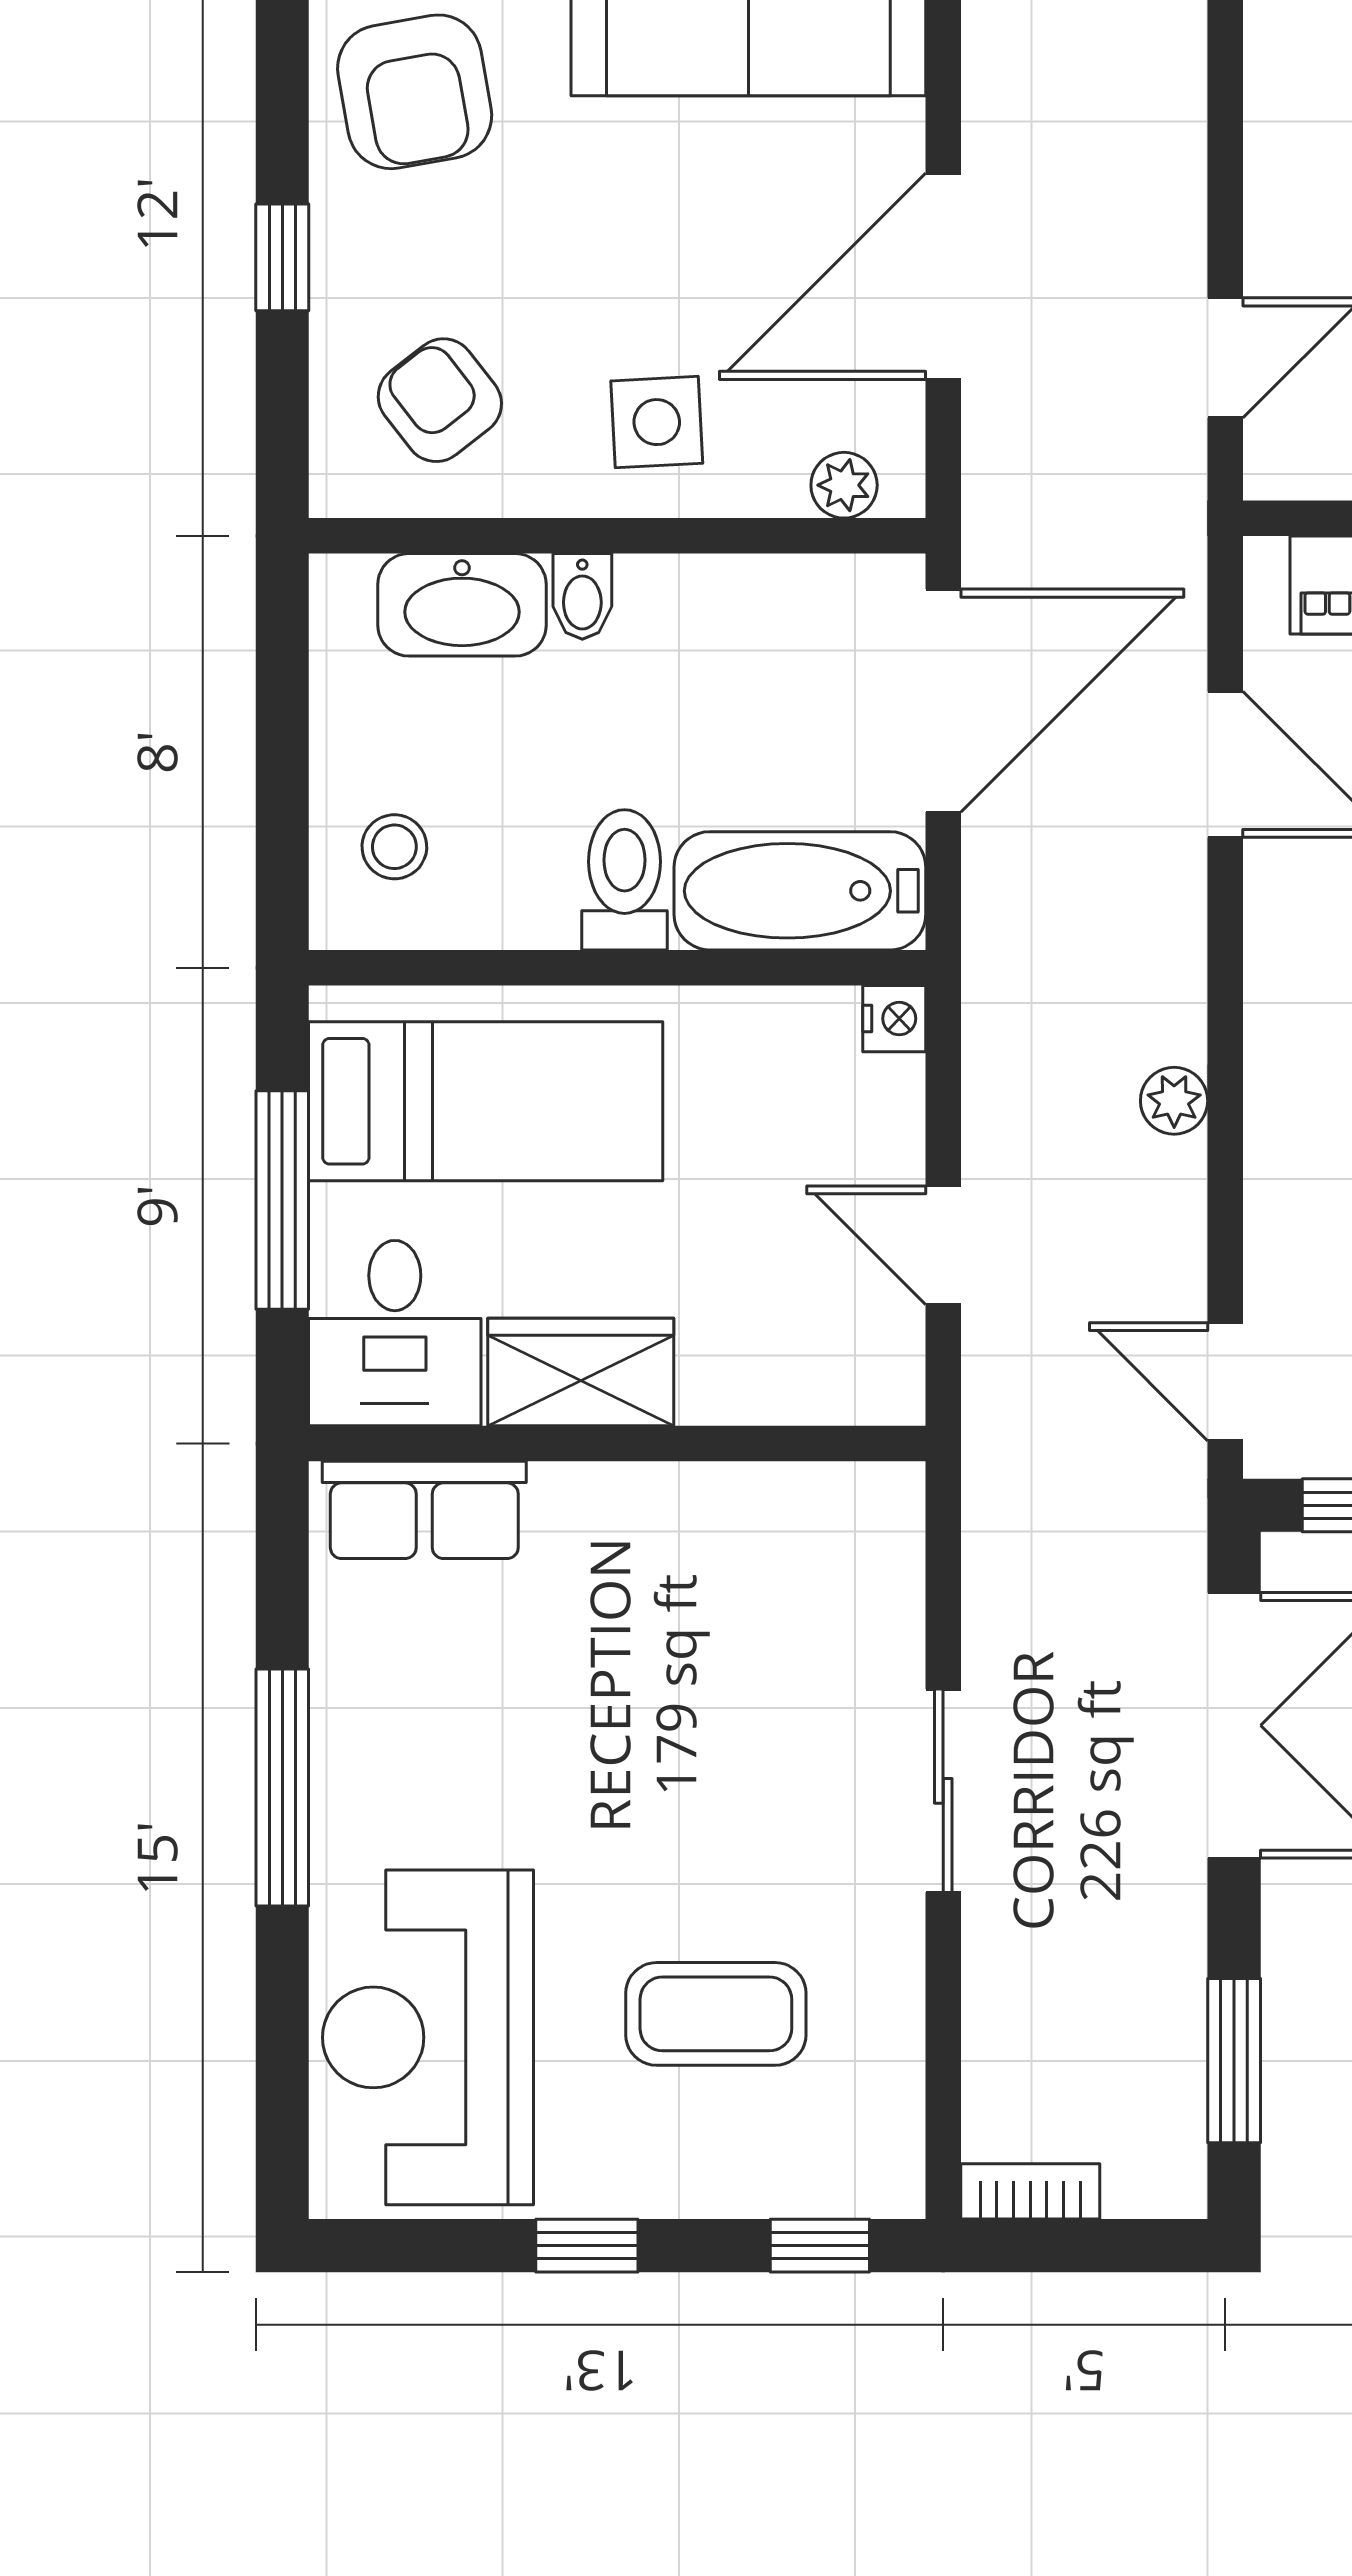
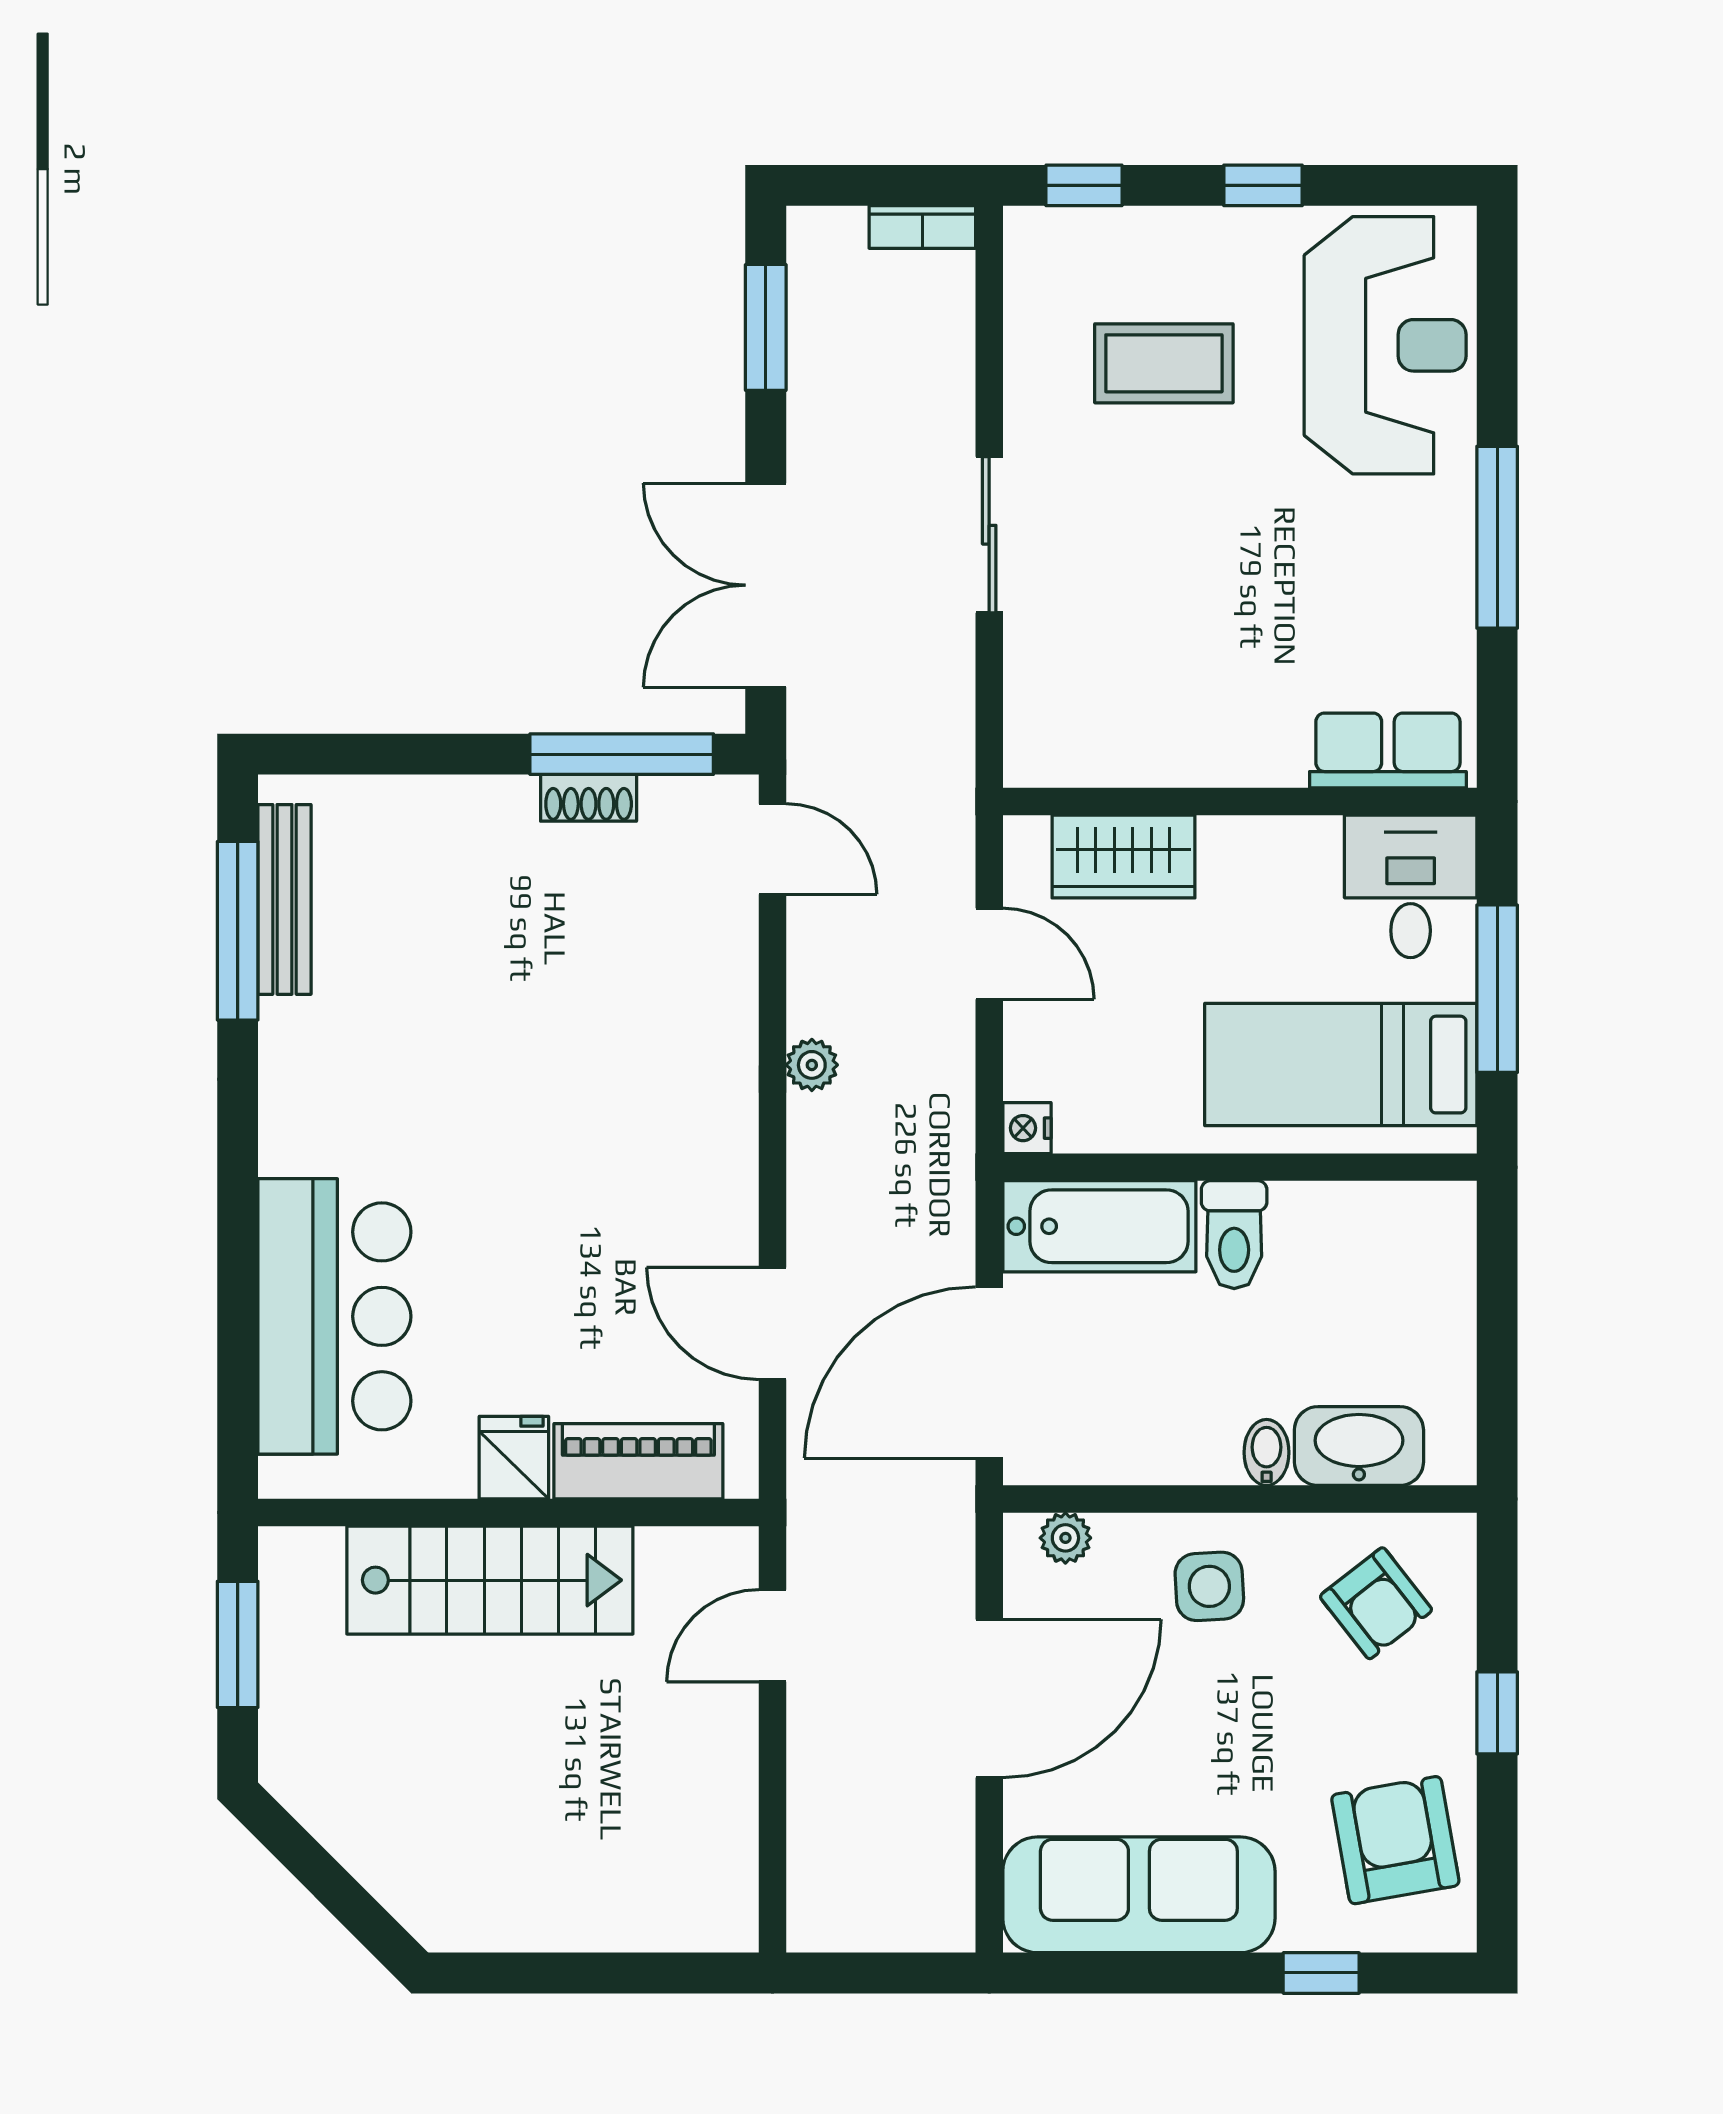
stool: (394, 847) -> (1411, 1260), removed
wardrobe: (581, 1372) -> (1124, 856), moved

